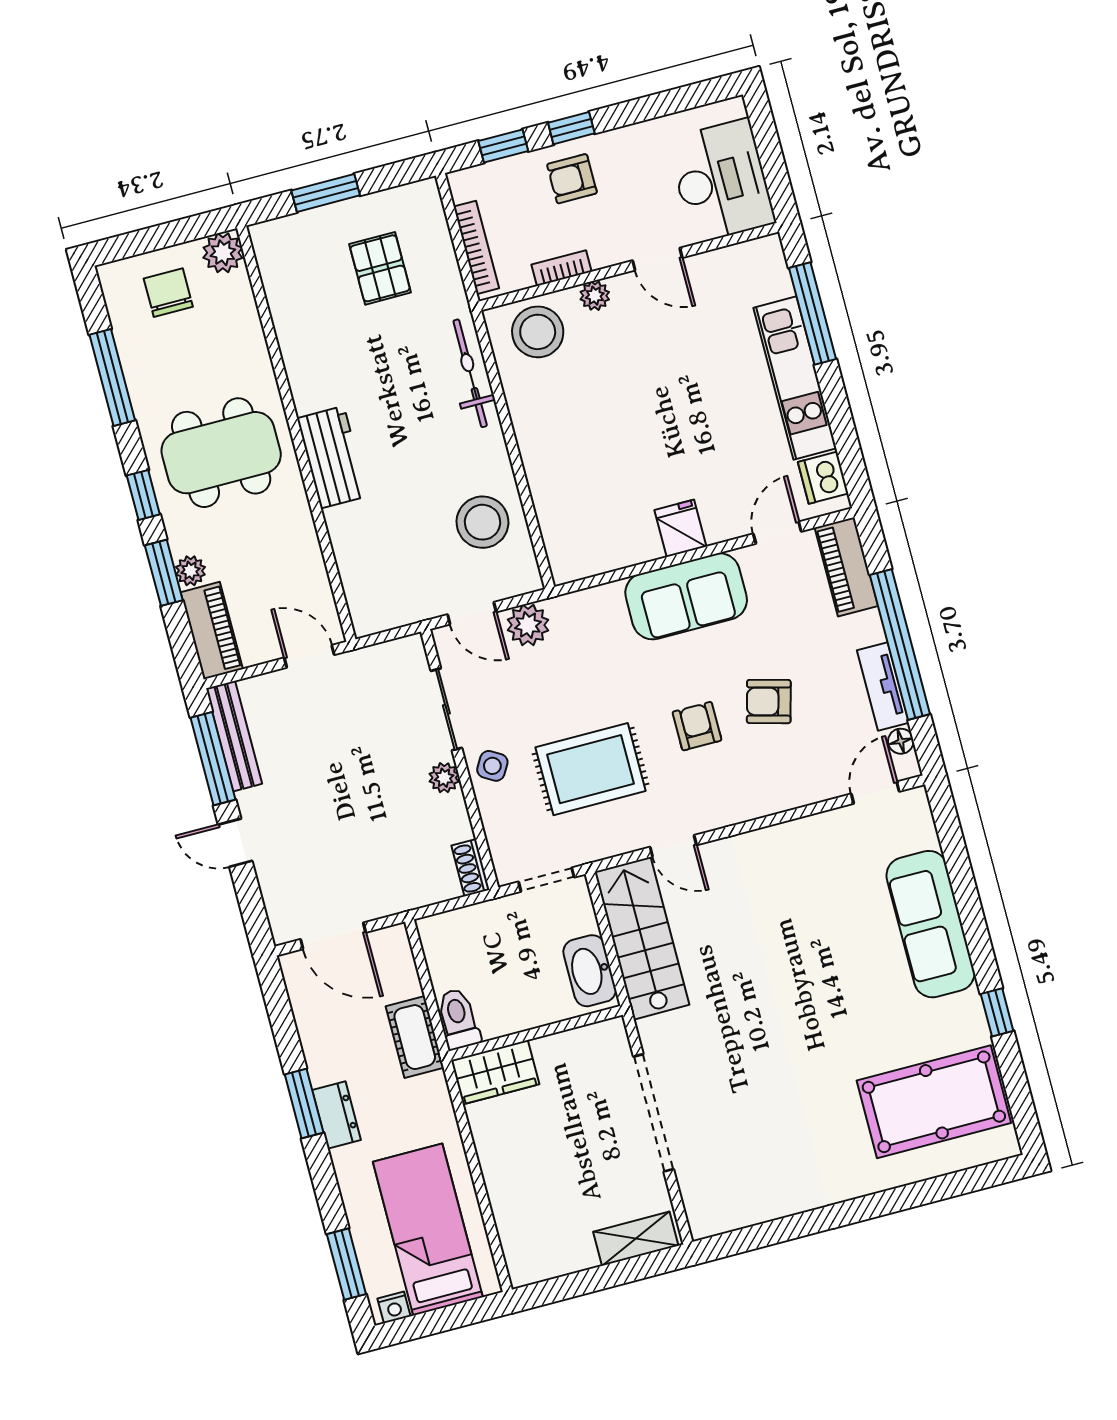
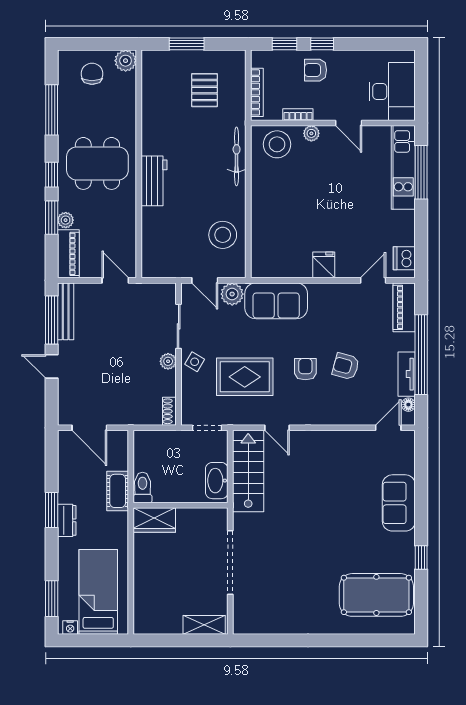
kitchen unit: (795, 378) -> (403, 167), moved
sofa: (686, 596) -> (276, 301), moved
sofa: (931, 924) -> (399, 503), width x0.73

